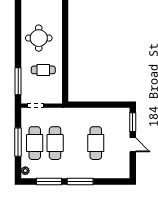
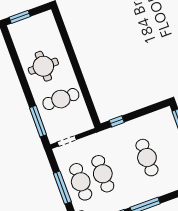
cafe table: (43, 70) -> (61, 99), width x1.37, depth x1.35
window: (82, 105) -> (117, 121), added

